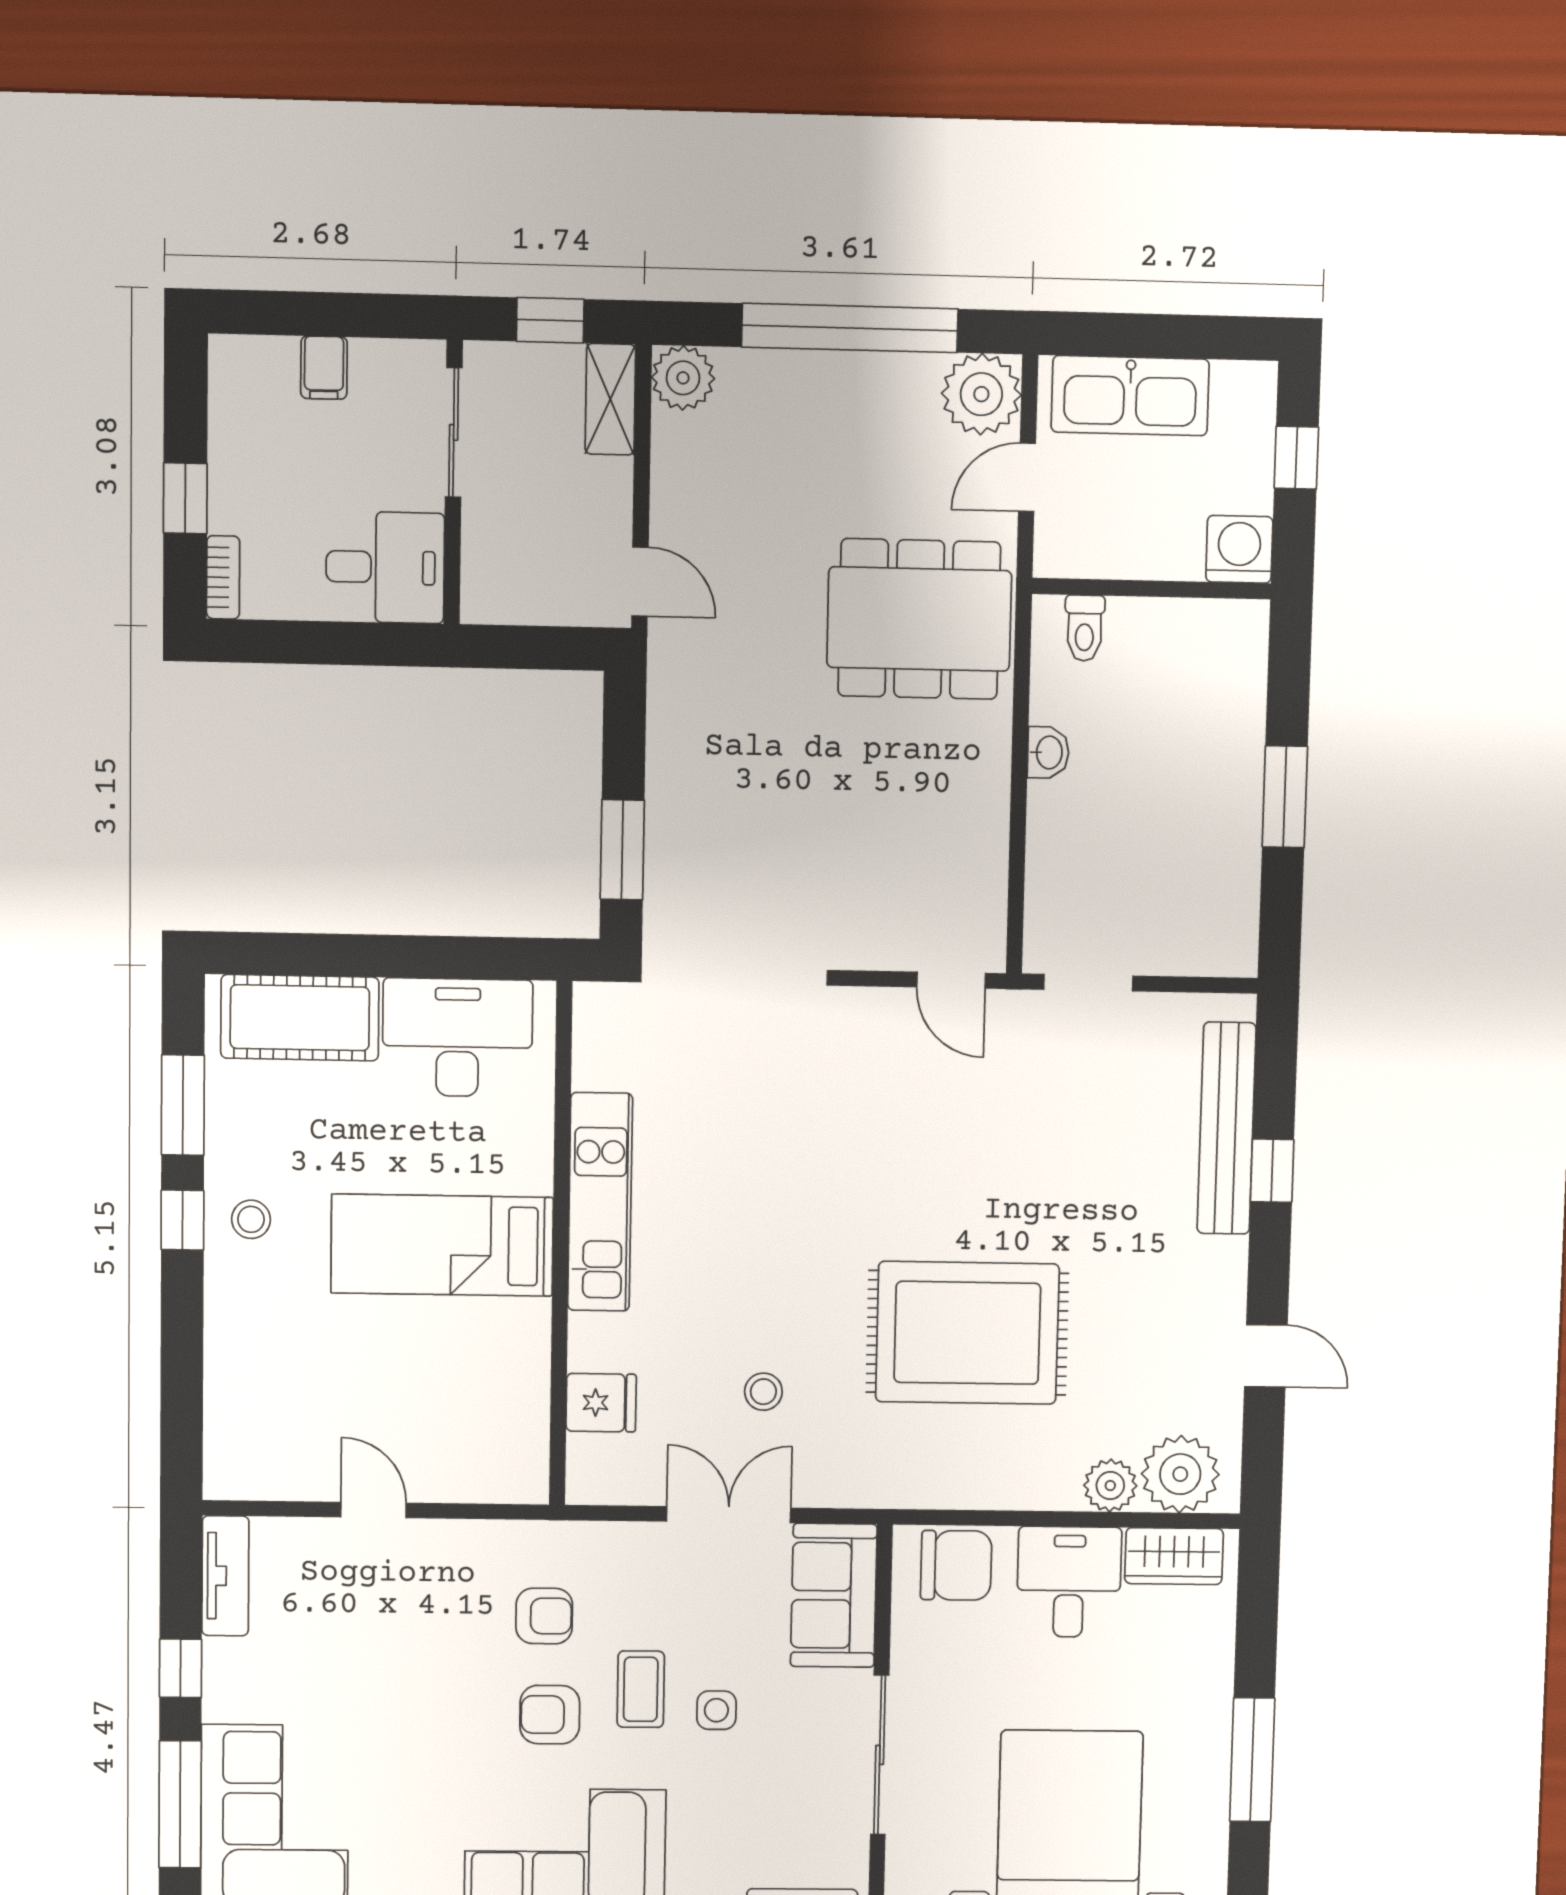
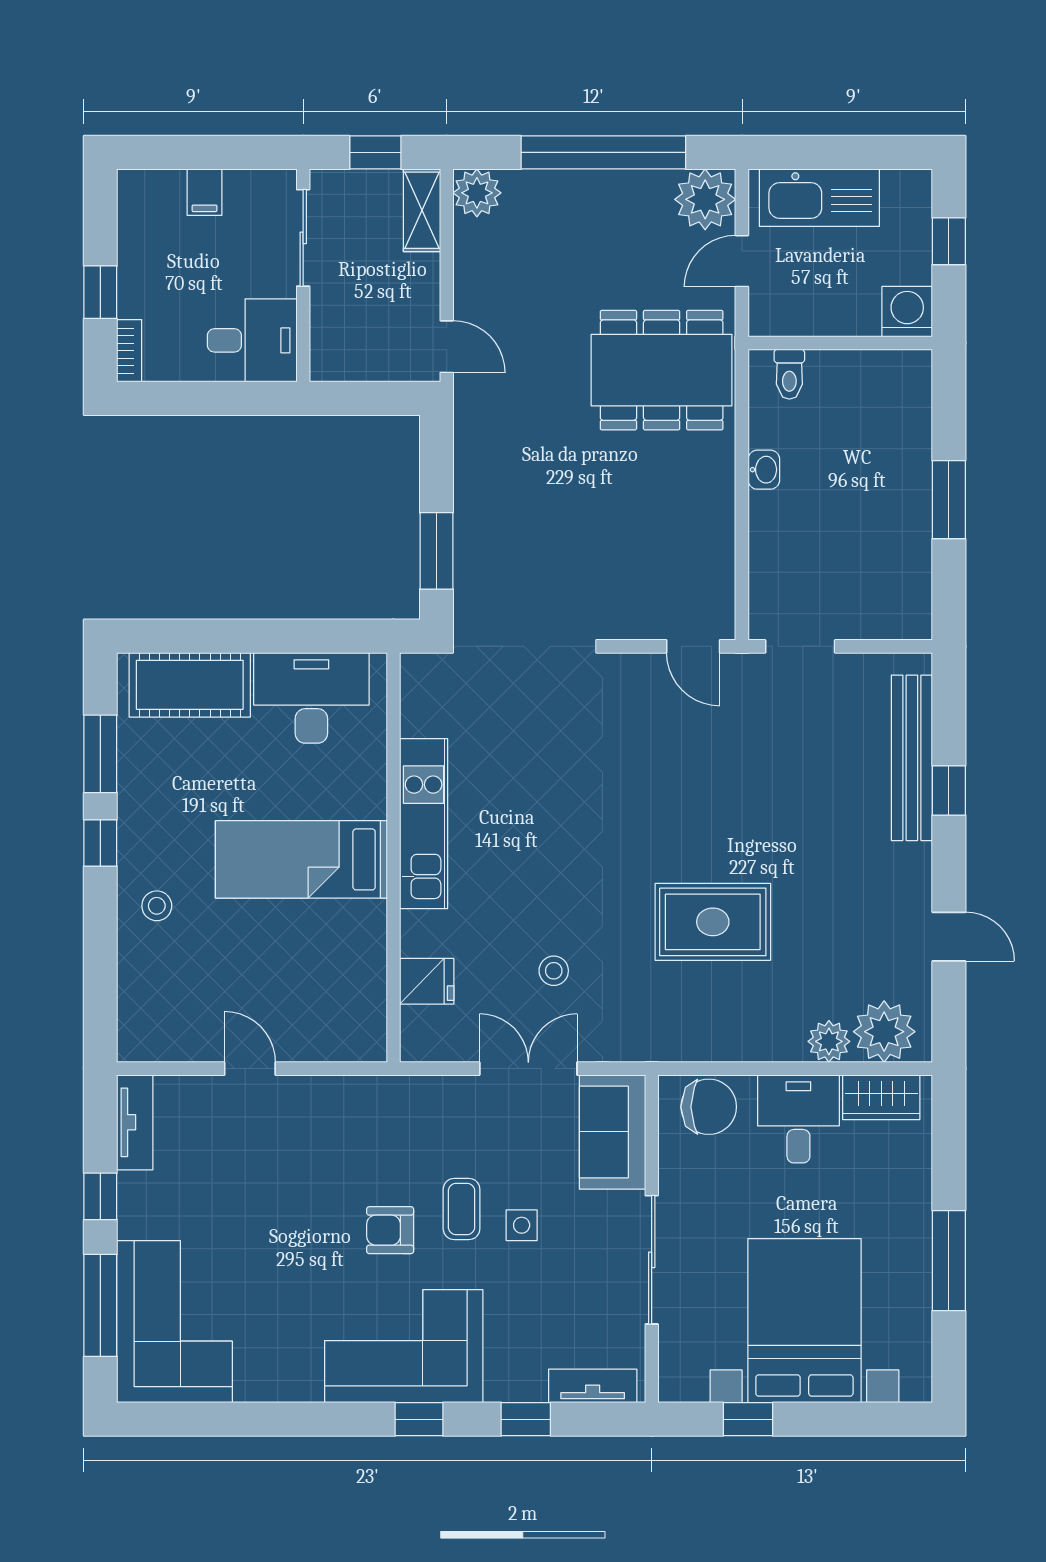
stool: (251, 1219) -> (157, 906), moved
rug: (967, 1333) -> (713, 922), width x0.73, depth x0.69
armchair: (544, 1616) -> (385, 1151), removed

